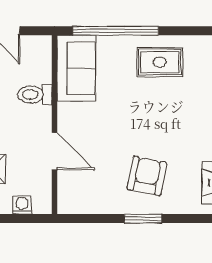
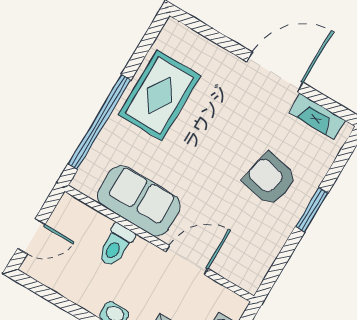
rug: (160, 62) -> (159, 95), width x1.36, depth x1.43
sofa: (76, 68) -> (139, 201), moved

